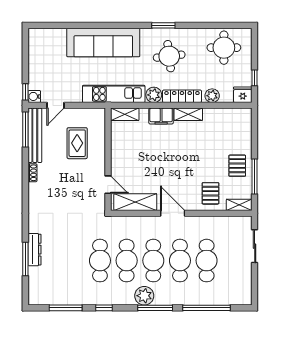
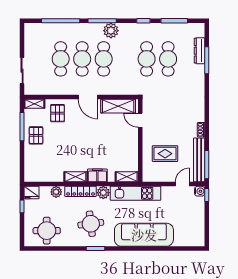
rug: (77, 143) -> (165, 154), turned 90
dresser: (34, 250) -> (199, 51), moved
cafe table: (127, 261) -> (168, 59), moved

